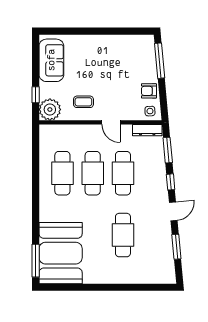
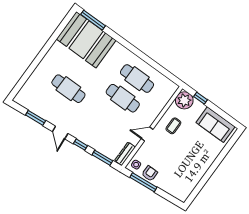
window: (160, 61) -> (143, 182), moved
cafe table: (123, 173) -> (108, 118), removed

